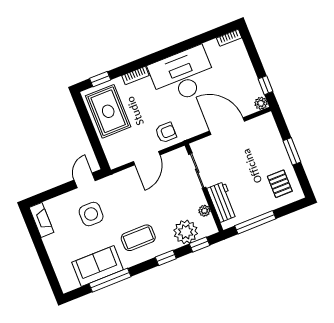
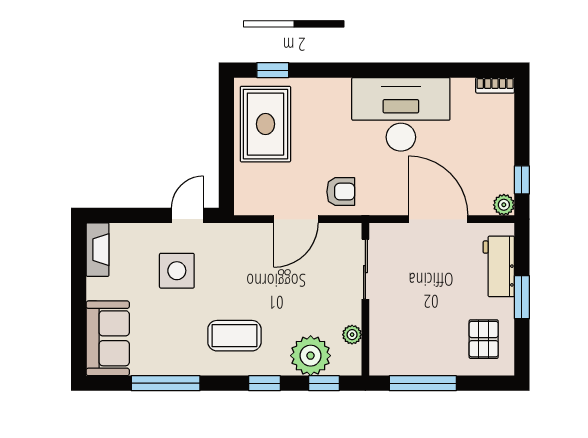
bookcase: (135, 75) -> (329, 86), removed
workbench: (222, 202) -> (499, 266), moved, turned 180
sofa: (98, 266) -> (108, 338), moved, turned 90

